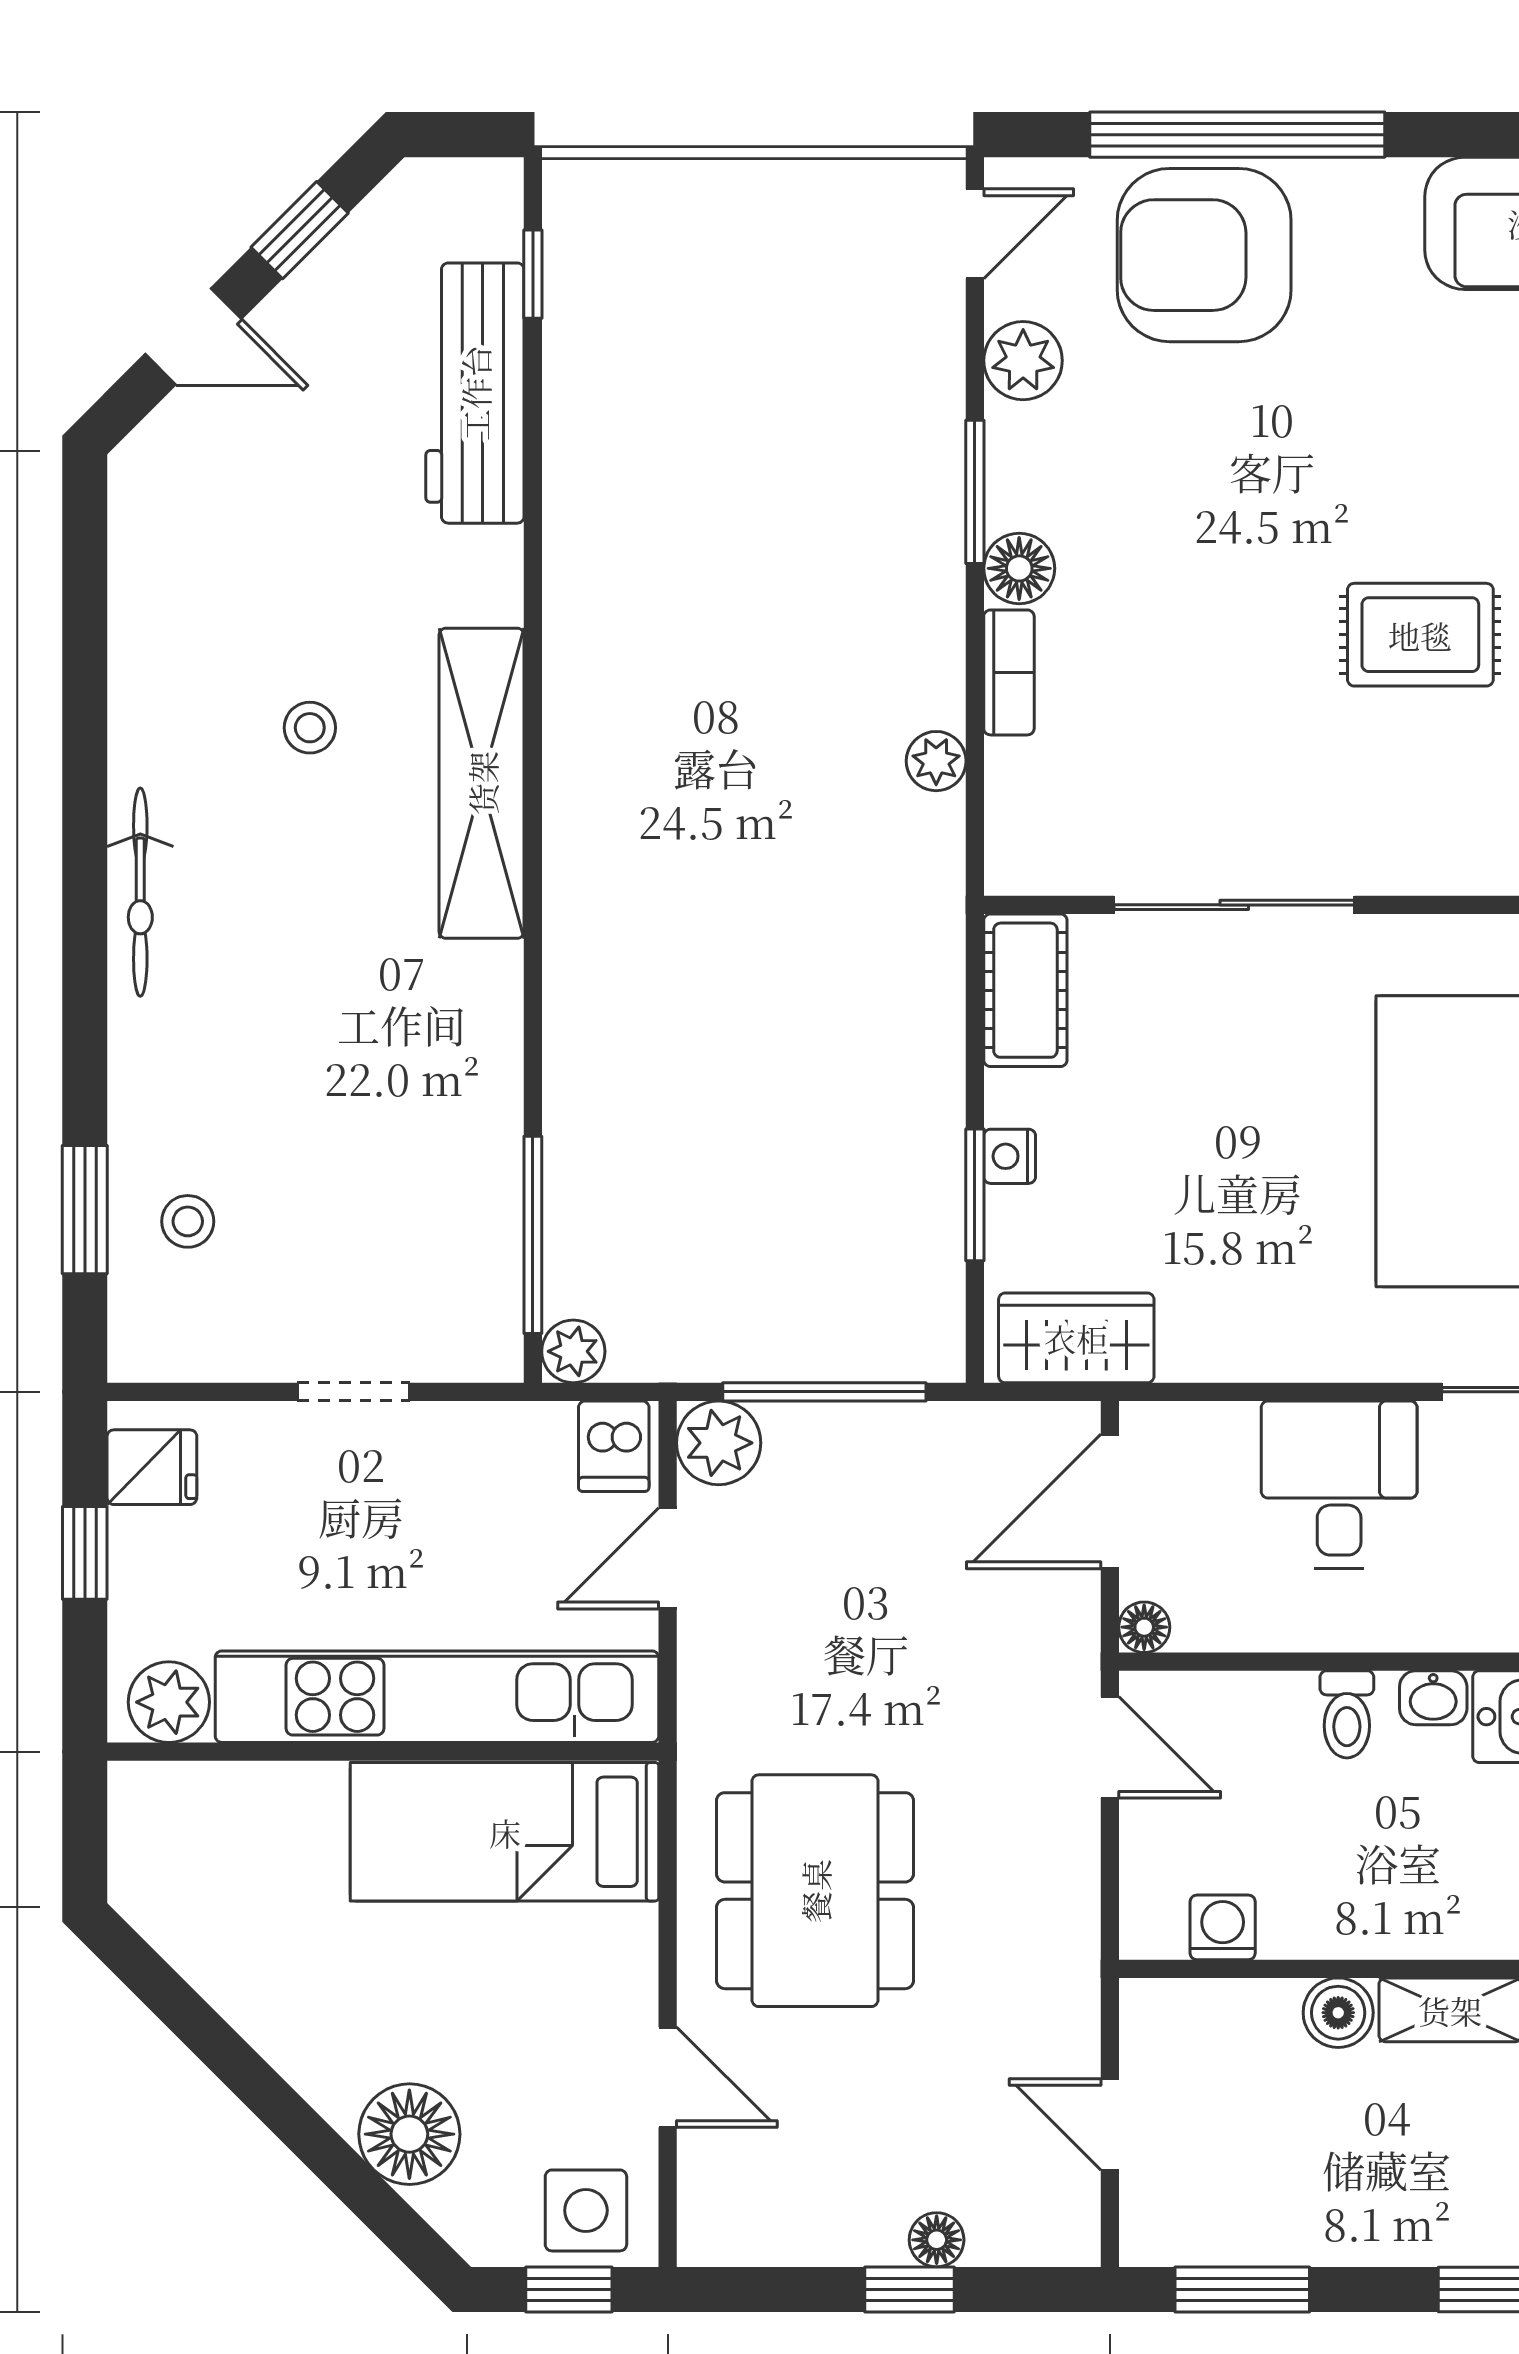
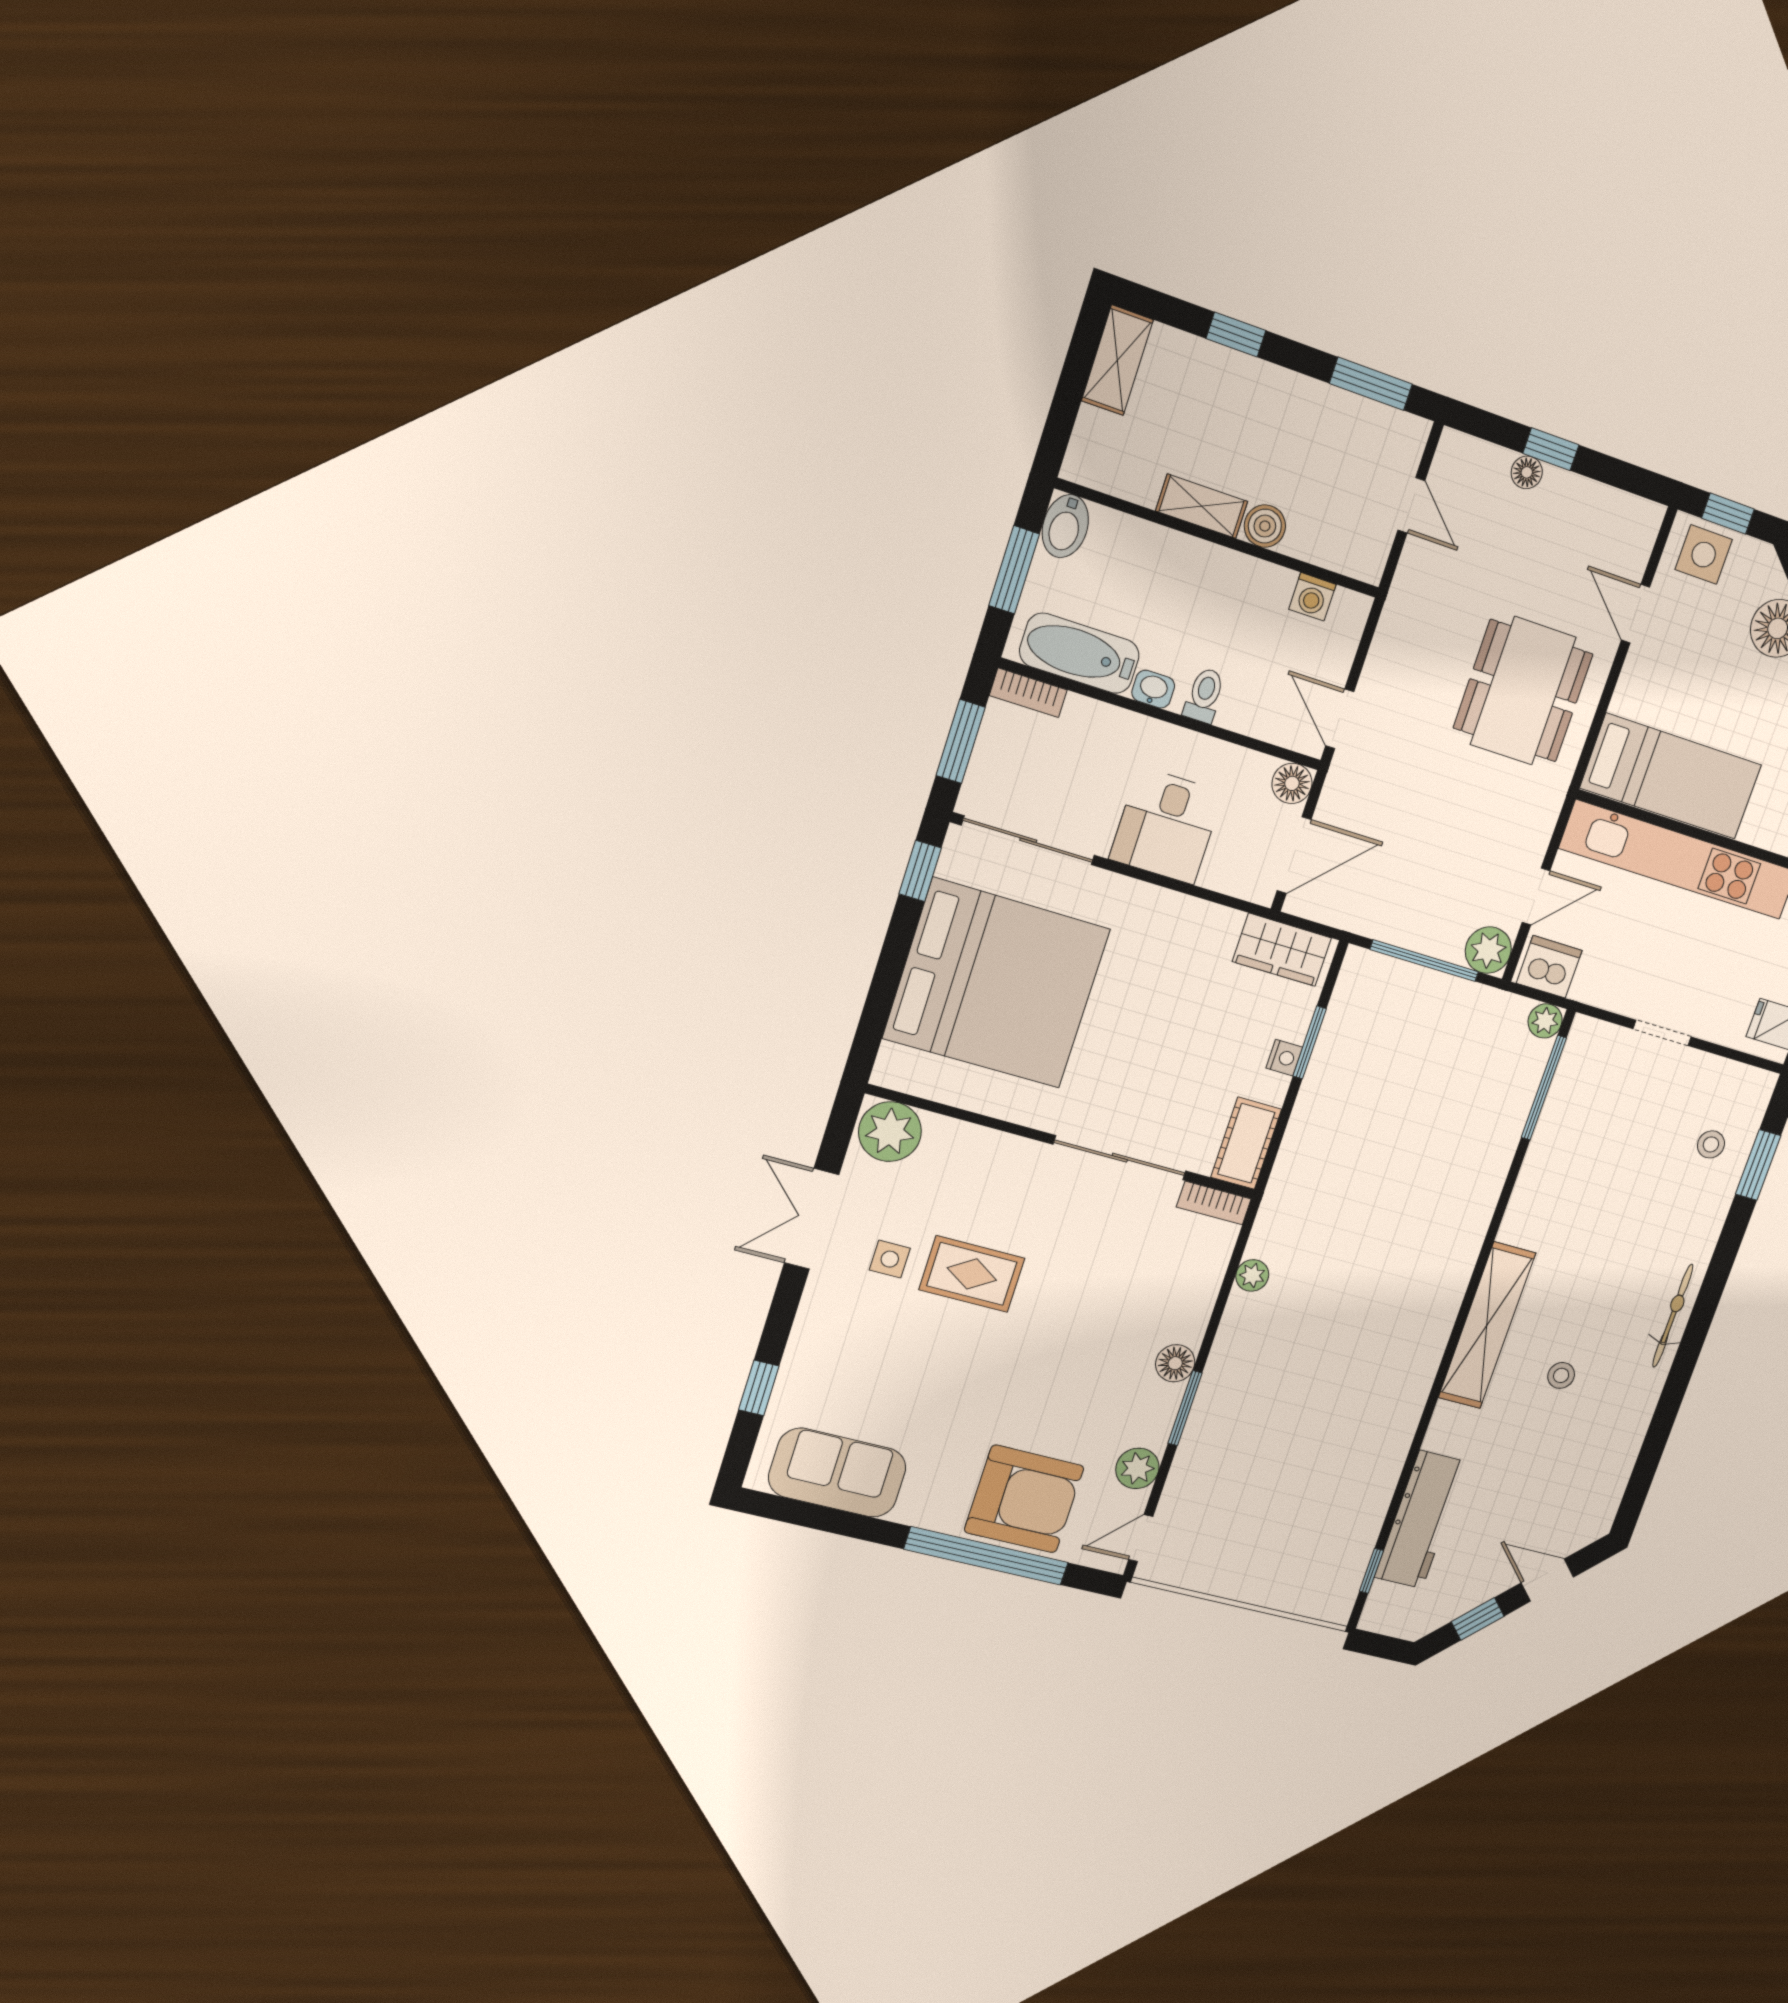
bookcase: (1009, 672) -> (1214, 1203), moved, turned -90
dishwasher: (614, 1446) -> (1549, 967), width x1.38
floor lamp: (1144, 1627) -> (1292, 783), width x1.37, depth x1.37

